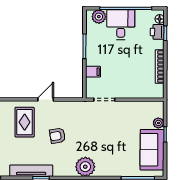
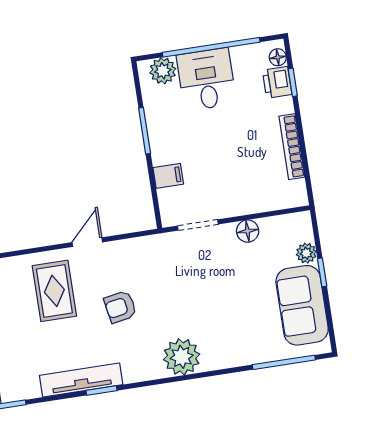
floor lamp: (130, 107) -> (248, 231), added

